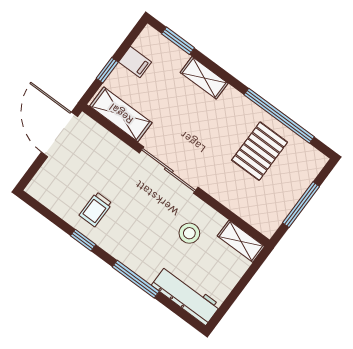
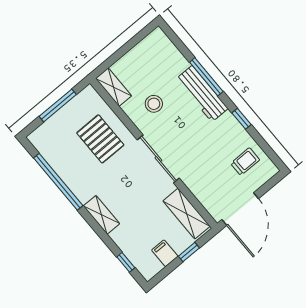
window: (178, 41) -> (126, 262), width x0.67
shelving: (204, 78) -> (101, 215), moved
pallet: (260, 151) -> (100, 139), moved, turned 90
trolley: (96, 209) -> (245, 162), moved
workbench: (186, 295) -> (202, 94), moved

